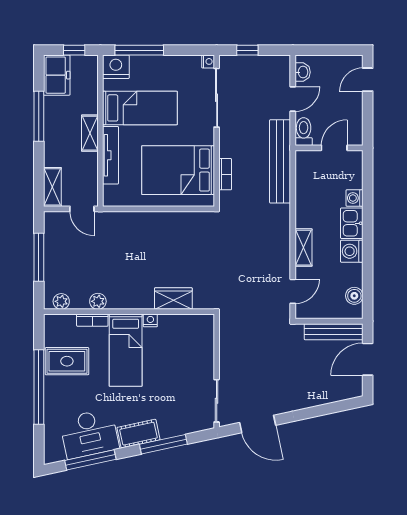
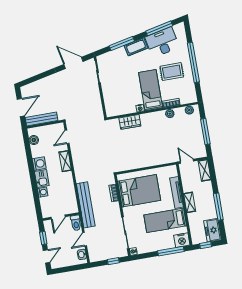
window: (368, 114) -> (43, 238), added
rug: (67, 361) -> (172, 72), moved

